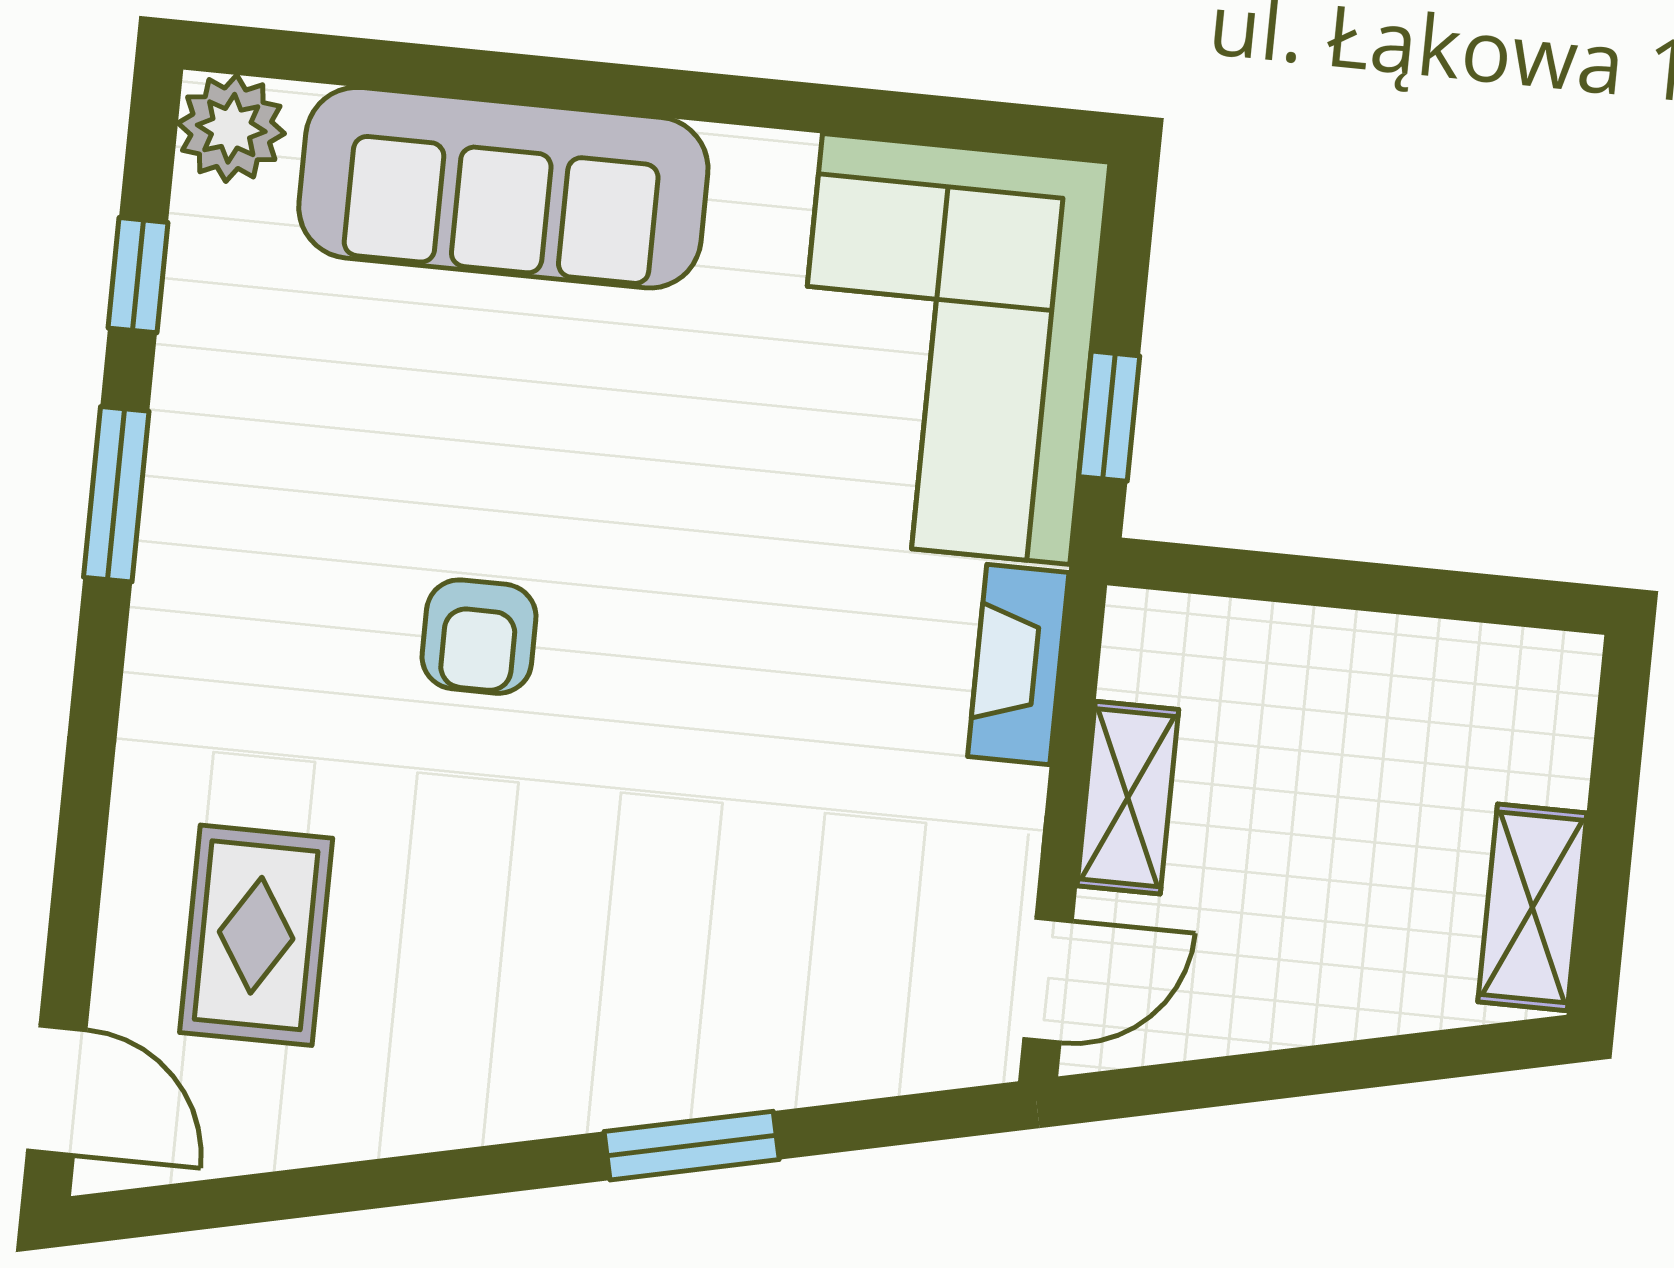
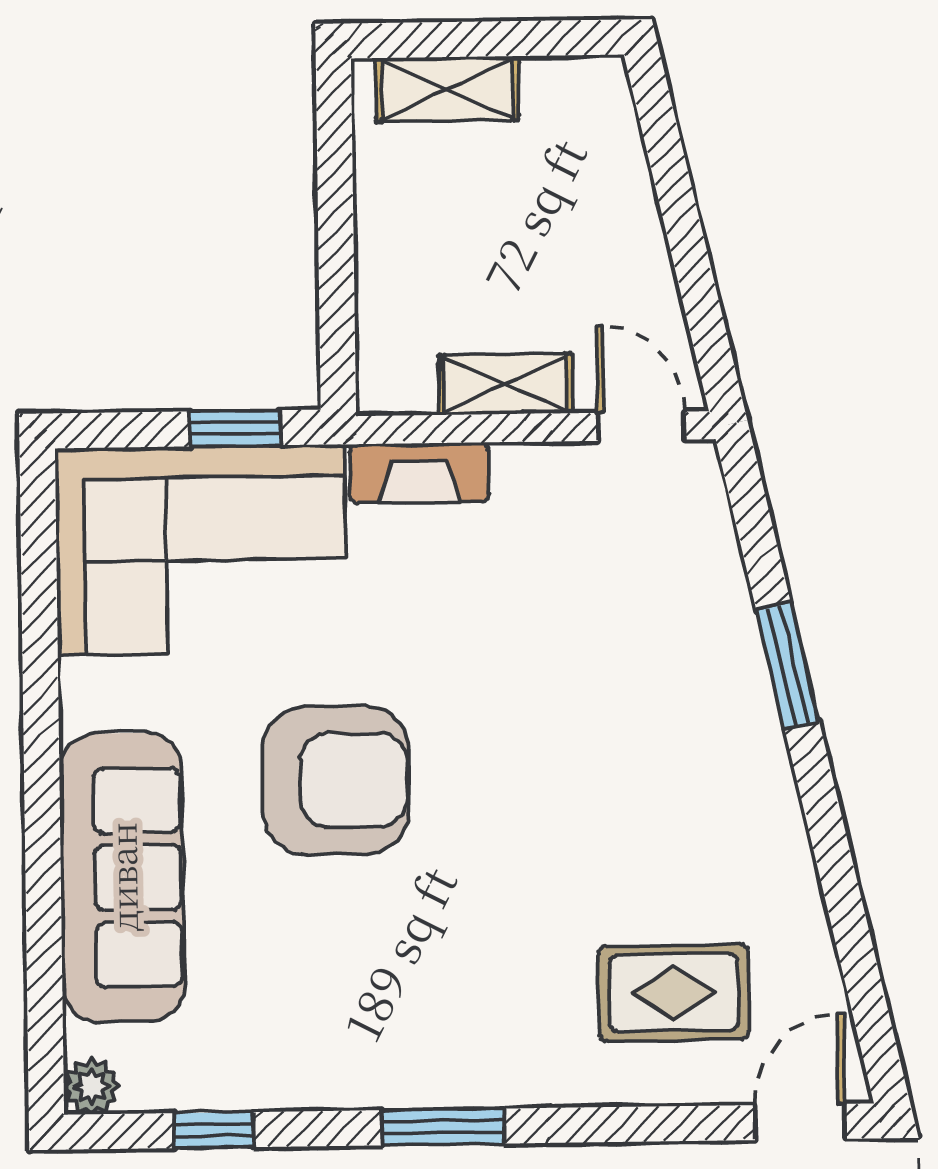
plant: (231, 128) -> (92, 1086), width x0.73, depth x0.73
window: (116, 494) -> (443, 1127), moved
armchair: (479, 637) -> (336, 780), moved, width x1.88, depth x1.88
shelving: (1532, 907) -> (447, 89), moved

